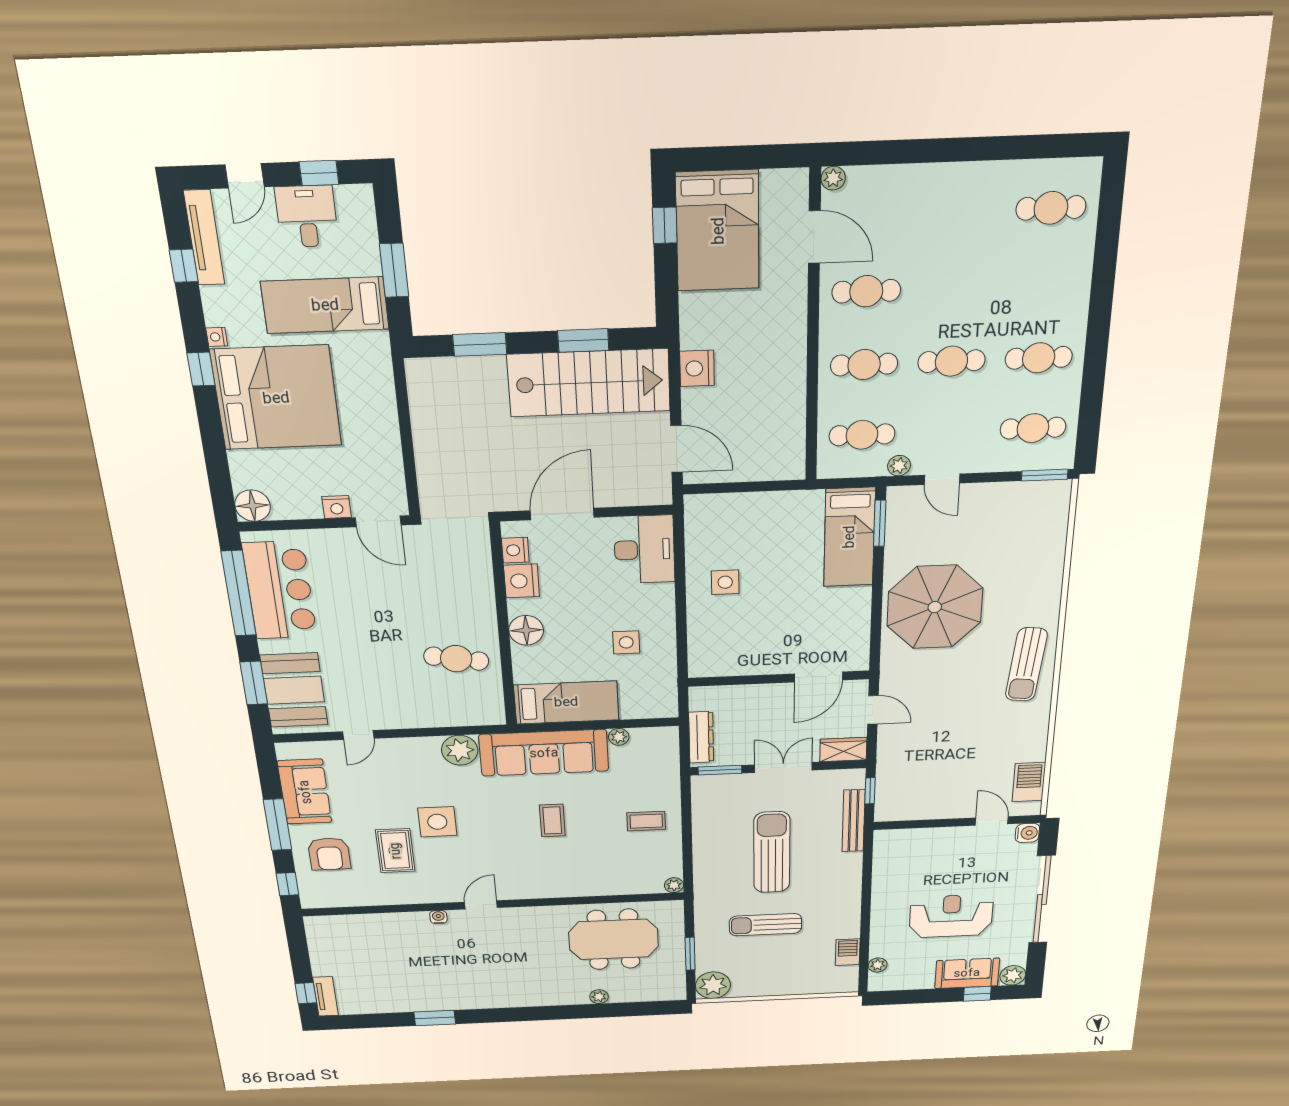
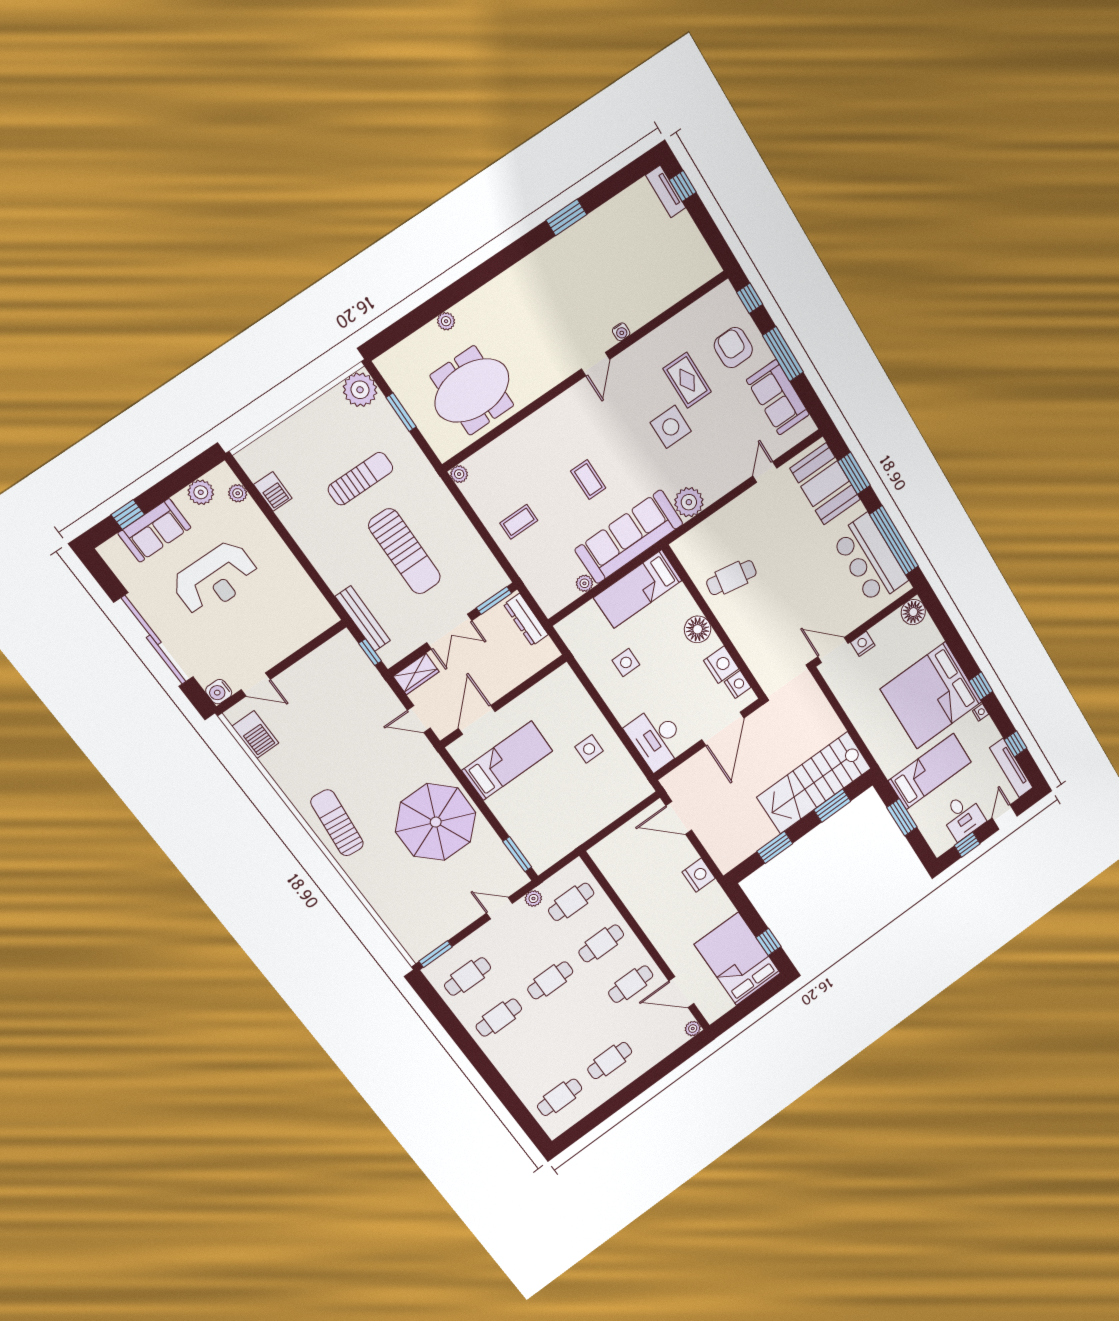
cafe table: (960, 211) -> (610, 1061), added
stairs: (589, 383) -> (814, 783), moved
bed: (849, 537) -> (507, 761), moved, turned 90
plant: (1013, 975) -> (201, 492), moved

